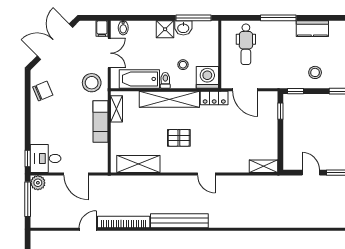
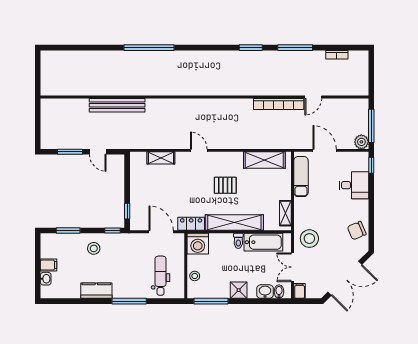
washbasin: (183, 28) -> (265, 292), moved
stool: (183, 65) -> (195, 276), moved
exam couch: (100, 121) -> (301, 177), moved
desk: (46, 158) -> (354, 185), moved
shelving: (263, 166) -> (161, 158), moved
bench: (179, 221) -> (117, 105), moved

